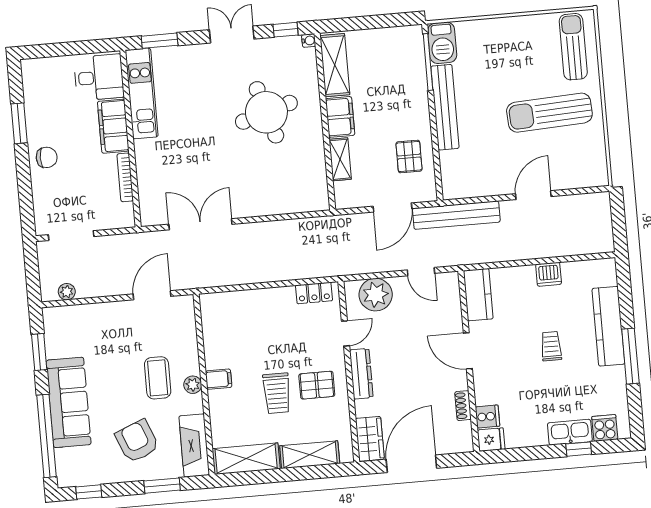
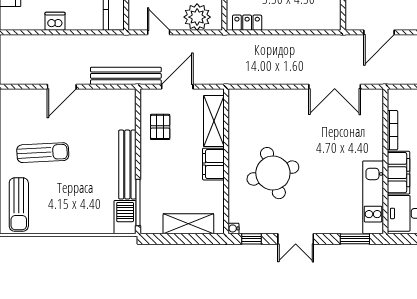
shelving: (335, 65) -> (188, 224), moved, turned 90
sun lounger: (549, 113) -> (43, 153), width x0.73, depth x0.75
shelving: (340, 159) -> (214, 121), width x1.50, depth x1.33

